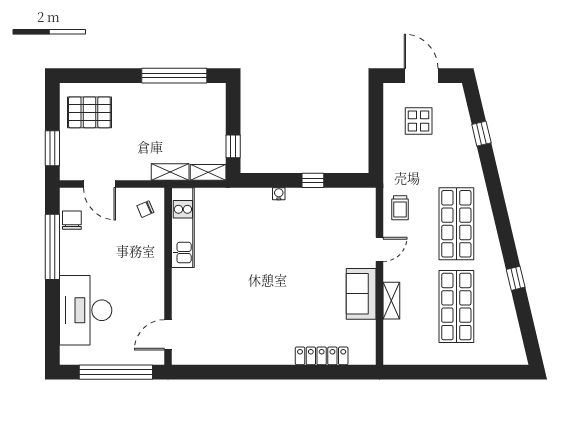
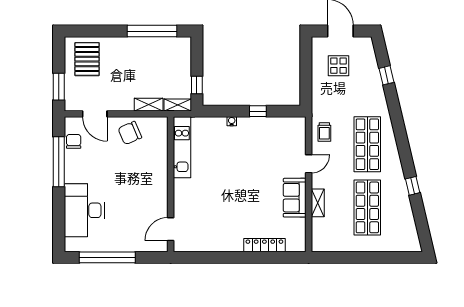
pallet: (89, 112) -> (87, 59), turned 90
chair: (145, 209) -> (130, 133), width x1.87, depth x1.87
kitchen unit: (183, 228) -> (182, 147), moved
wall: (168, 276) -> (171, 184), moved
door: (168, 335) -> (171, 229), moved

